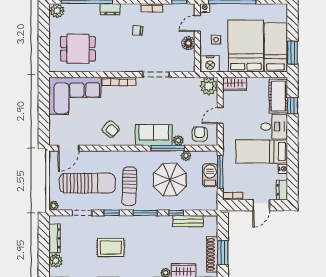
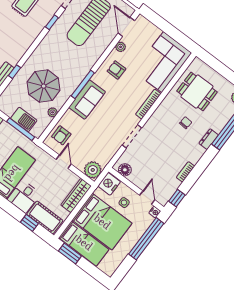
chair: (138, 30) -> (186, 123), moved
floor lamp: (188, 43) -> (125, 170), moved
dining table: (78, 49) -> (197, 92), turned 90
wardrobe: (235, 84) -> (76, 196), width x1.50
armchair: (111, 129) -> (116, 70), turned 49
armchair: (200, 134) -> (61, 135), turned 90
plant: (178, 140) -> (121, 47), moved
window: (168, 148) -> (83, 84), moved
sun lounger: (129, 186) -> (62, 51), removed
window: (145, 213) -> (33, 48), removed

